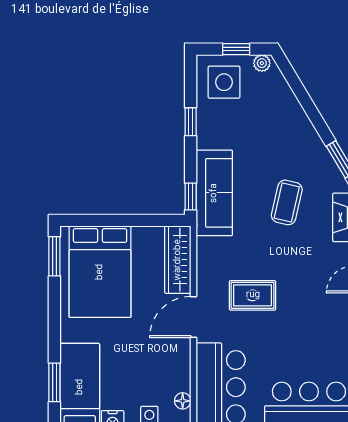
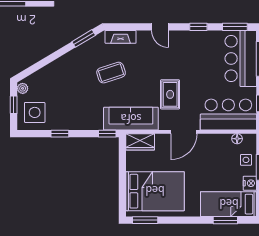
sofa: (214, 193) -> (131, 119), moved
coffee table: (287, 202) -> (111, 73), turned -31
wardrobe: (178, 260) -> (140, 142), width x0.67
door: (193, 317) -> (184, 132), hinge flipped

